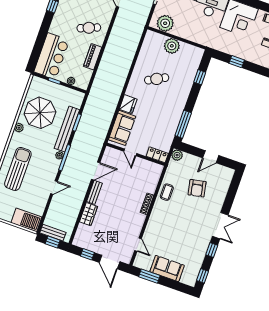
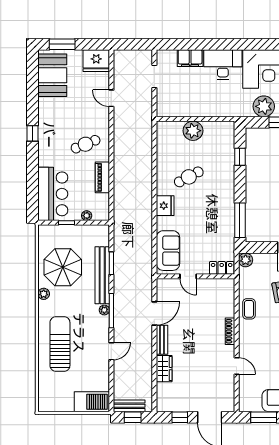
plant: (165, 23) -> (264, 106), moved
fridge: (128, 104) -> (165, 206), moved
door: (138, 245) -> (237, 366), moved

